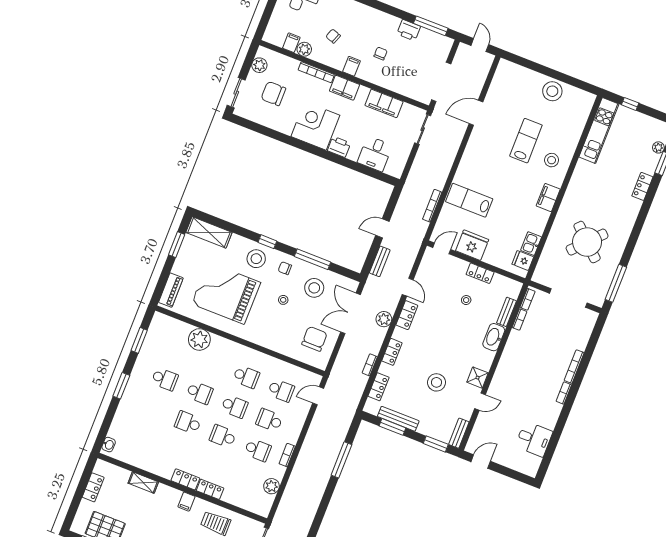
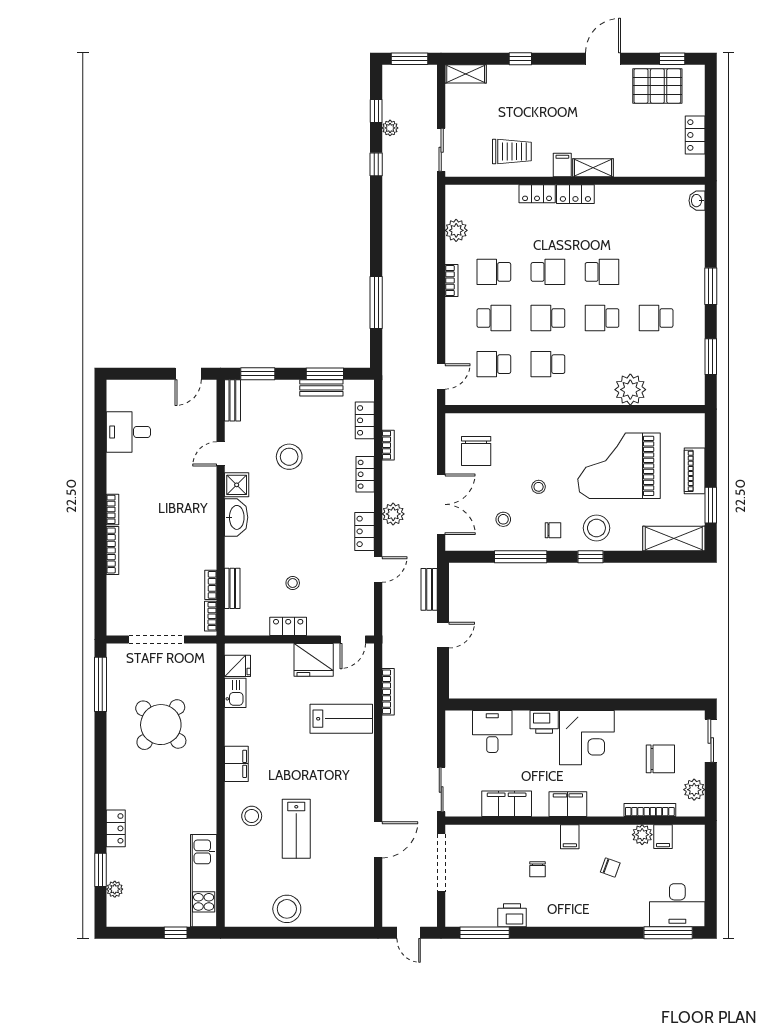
bookcase: (316, 72) -> (650, 810), moved
door: (408, 287) -> (378, 570), swing flipped
stool: (314, 288) -> (503, 519), width x0.53, depth x0.53
piano: (171, 290) -> (695, 471), moved
grand piano: (226, 293) -> (619, 466), turned 180
washbasin: (494, 337) -> (236, 517), moved
bench: (398, 419) -> (321, 388), width x0.73
shelving: (143, 483) -> (593, 168), moved

